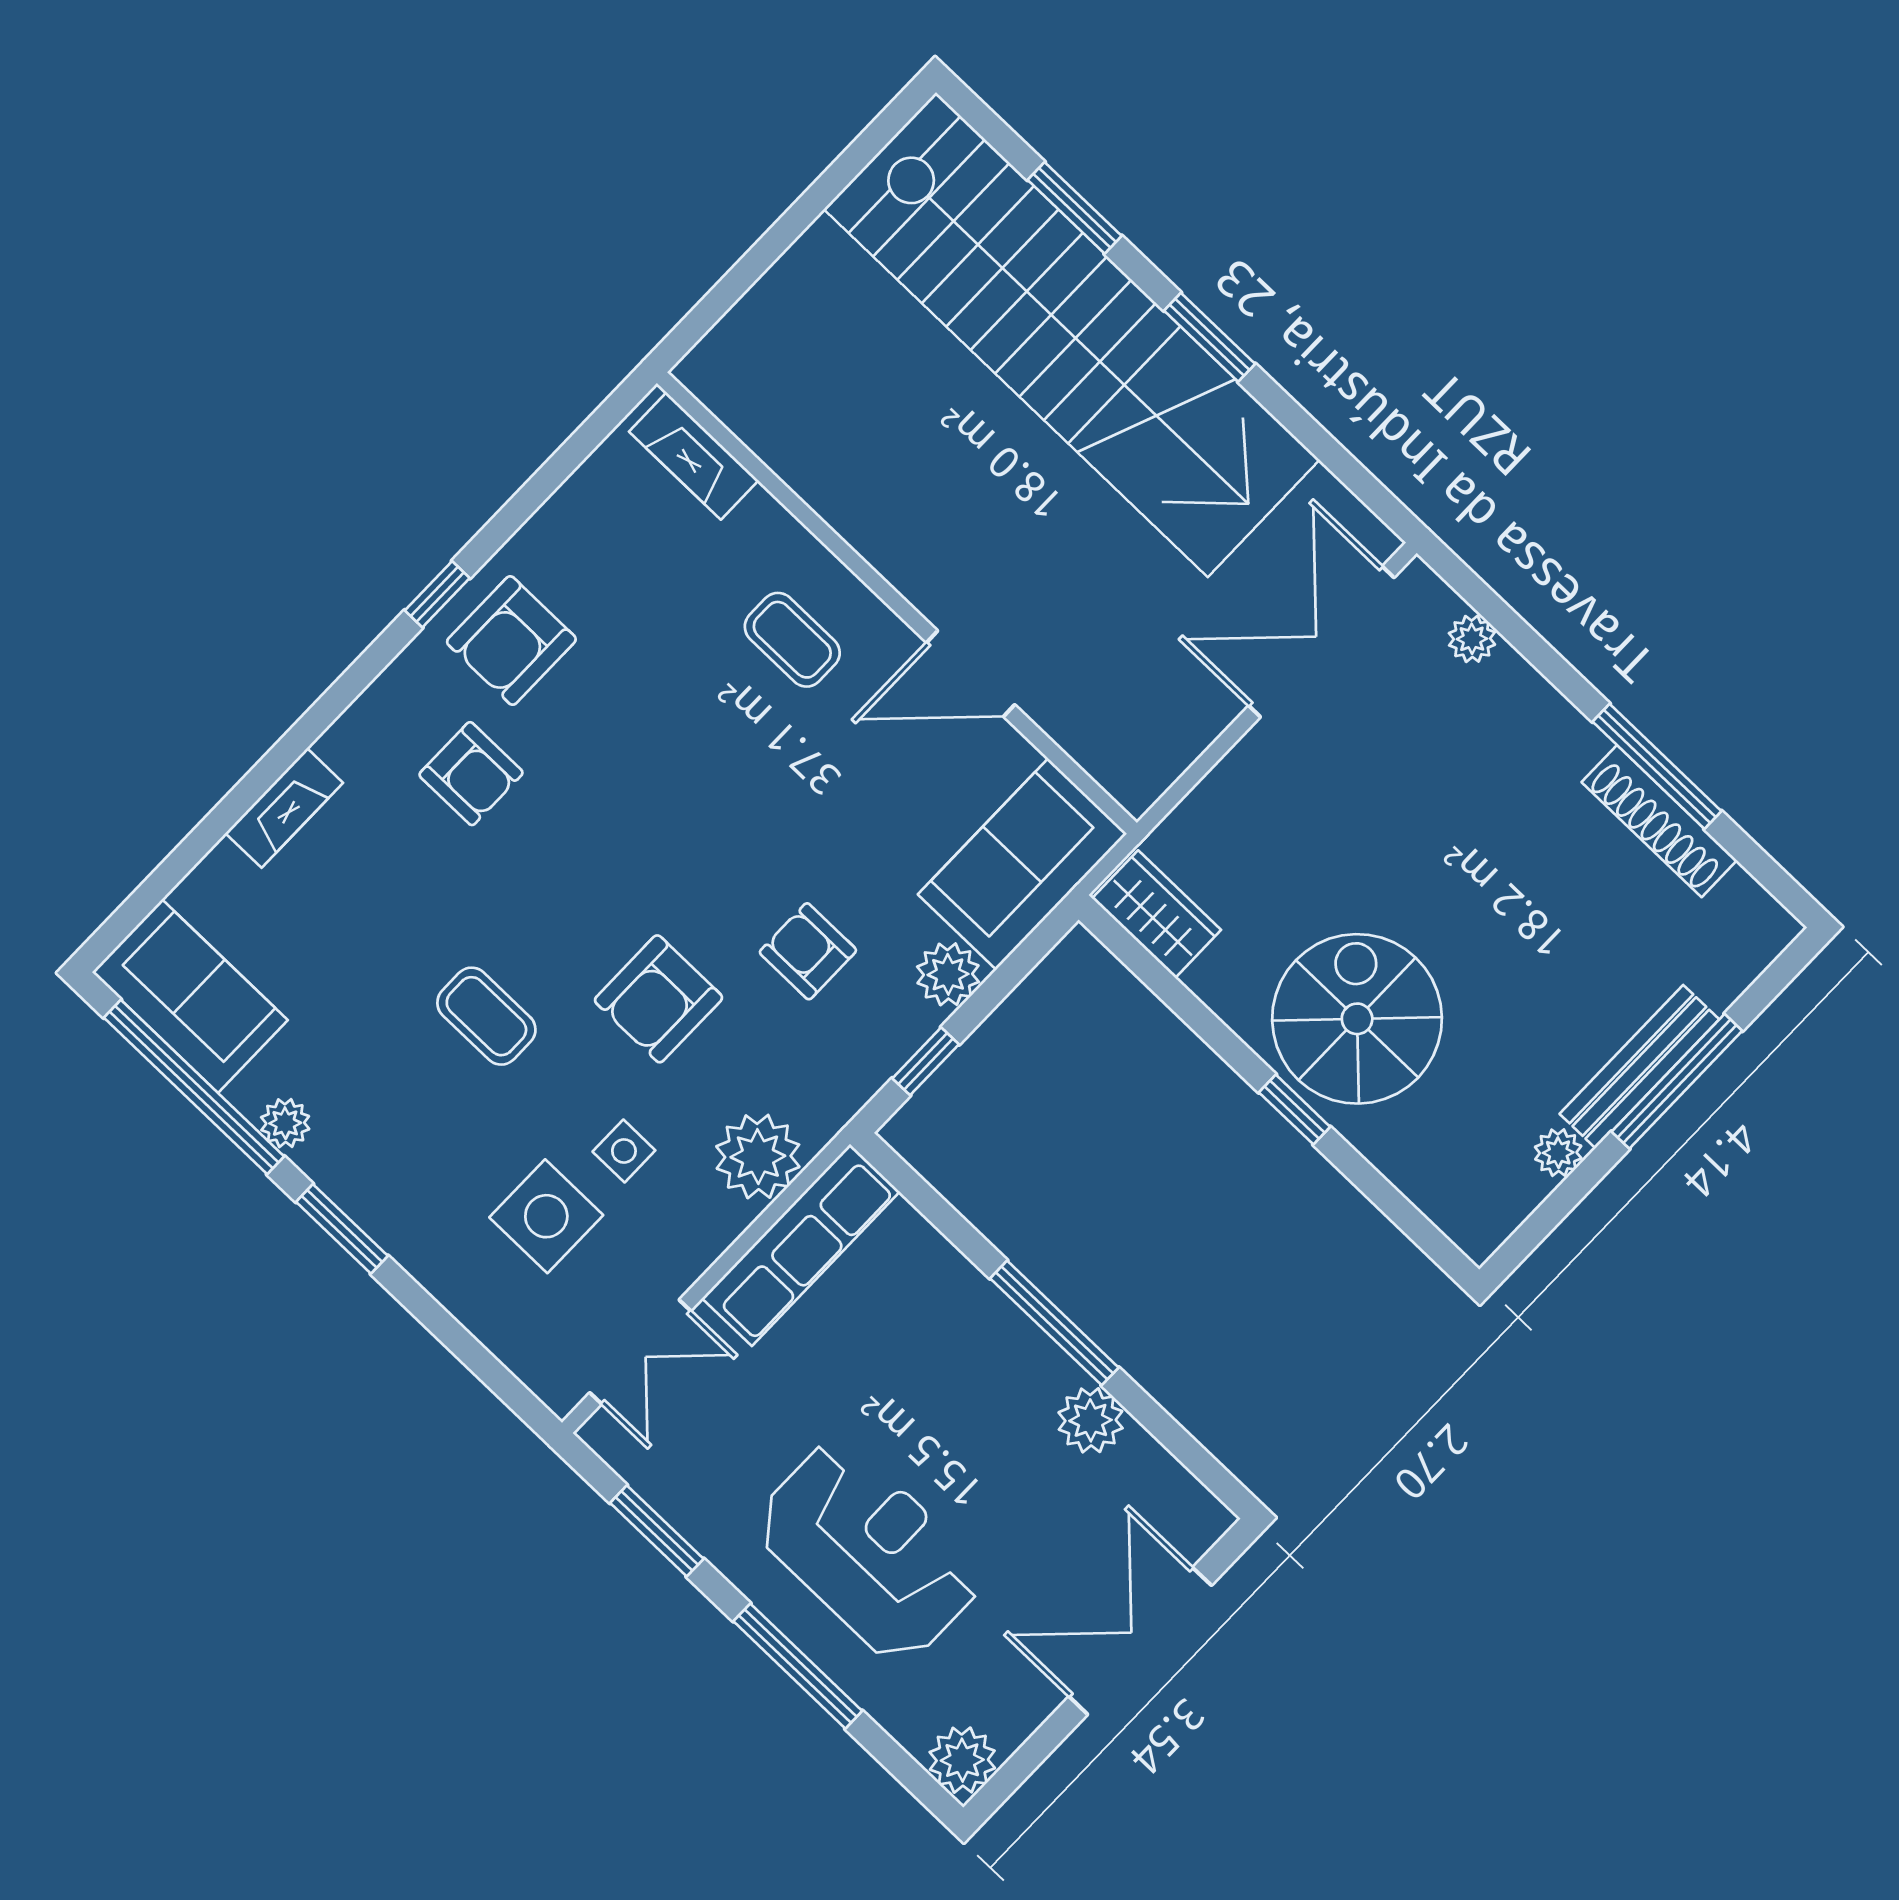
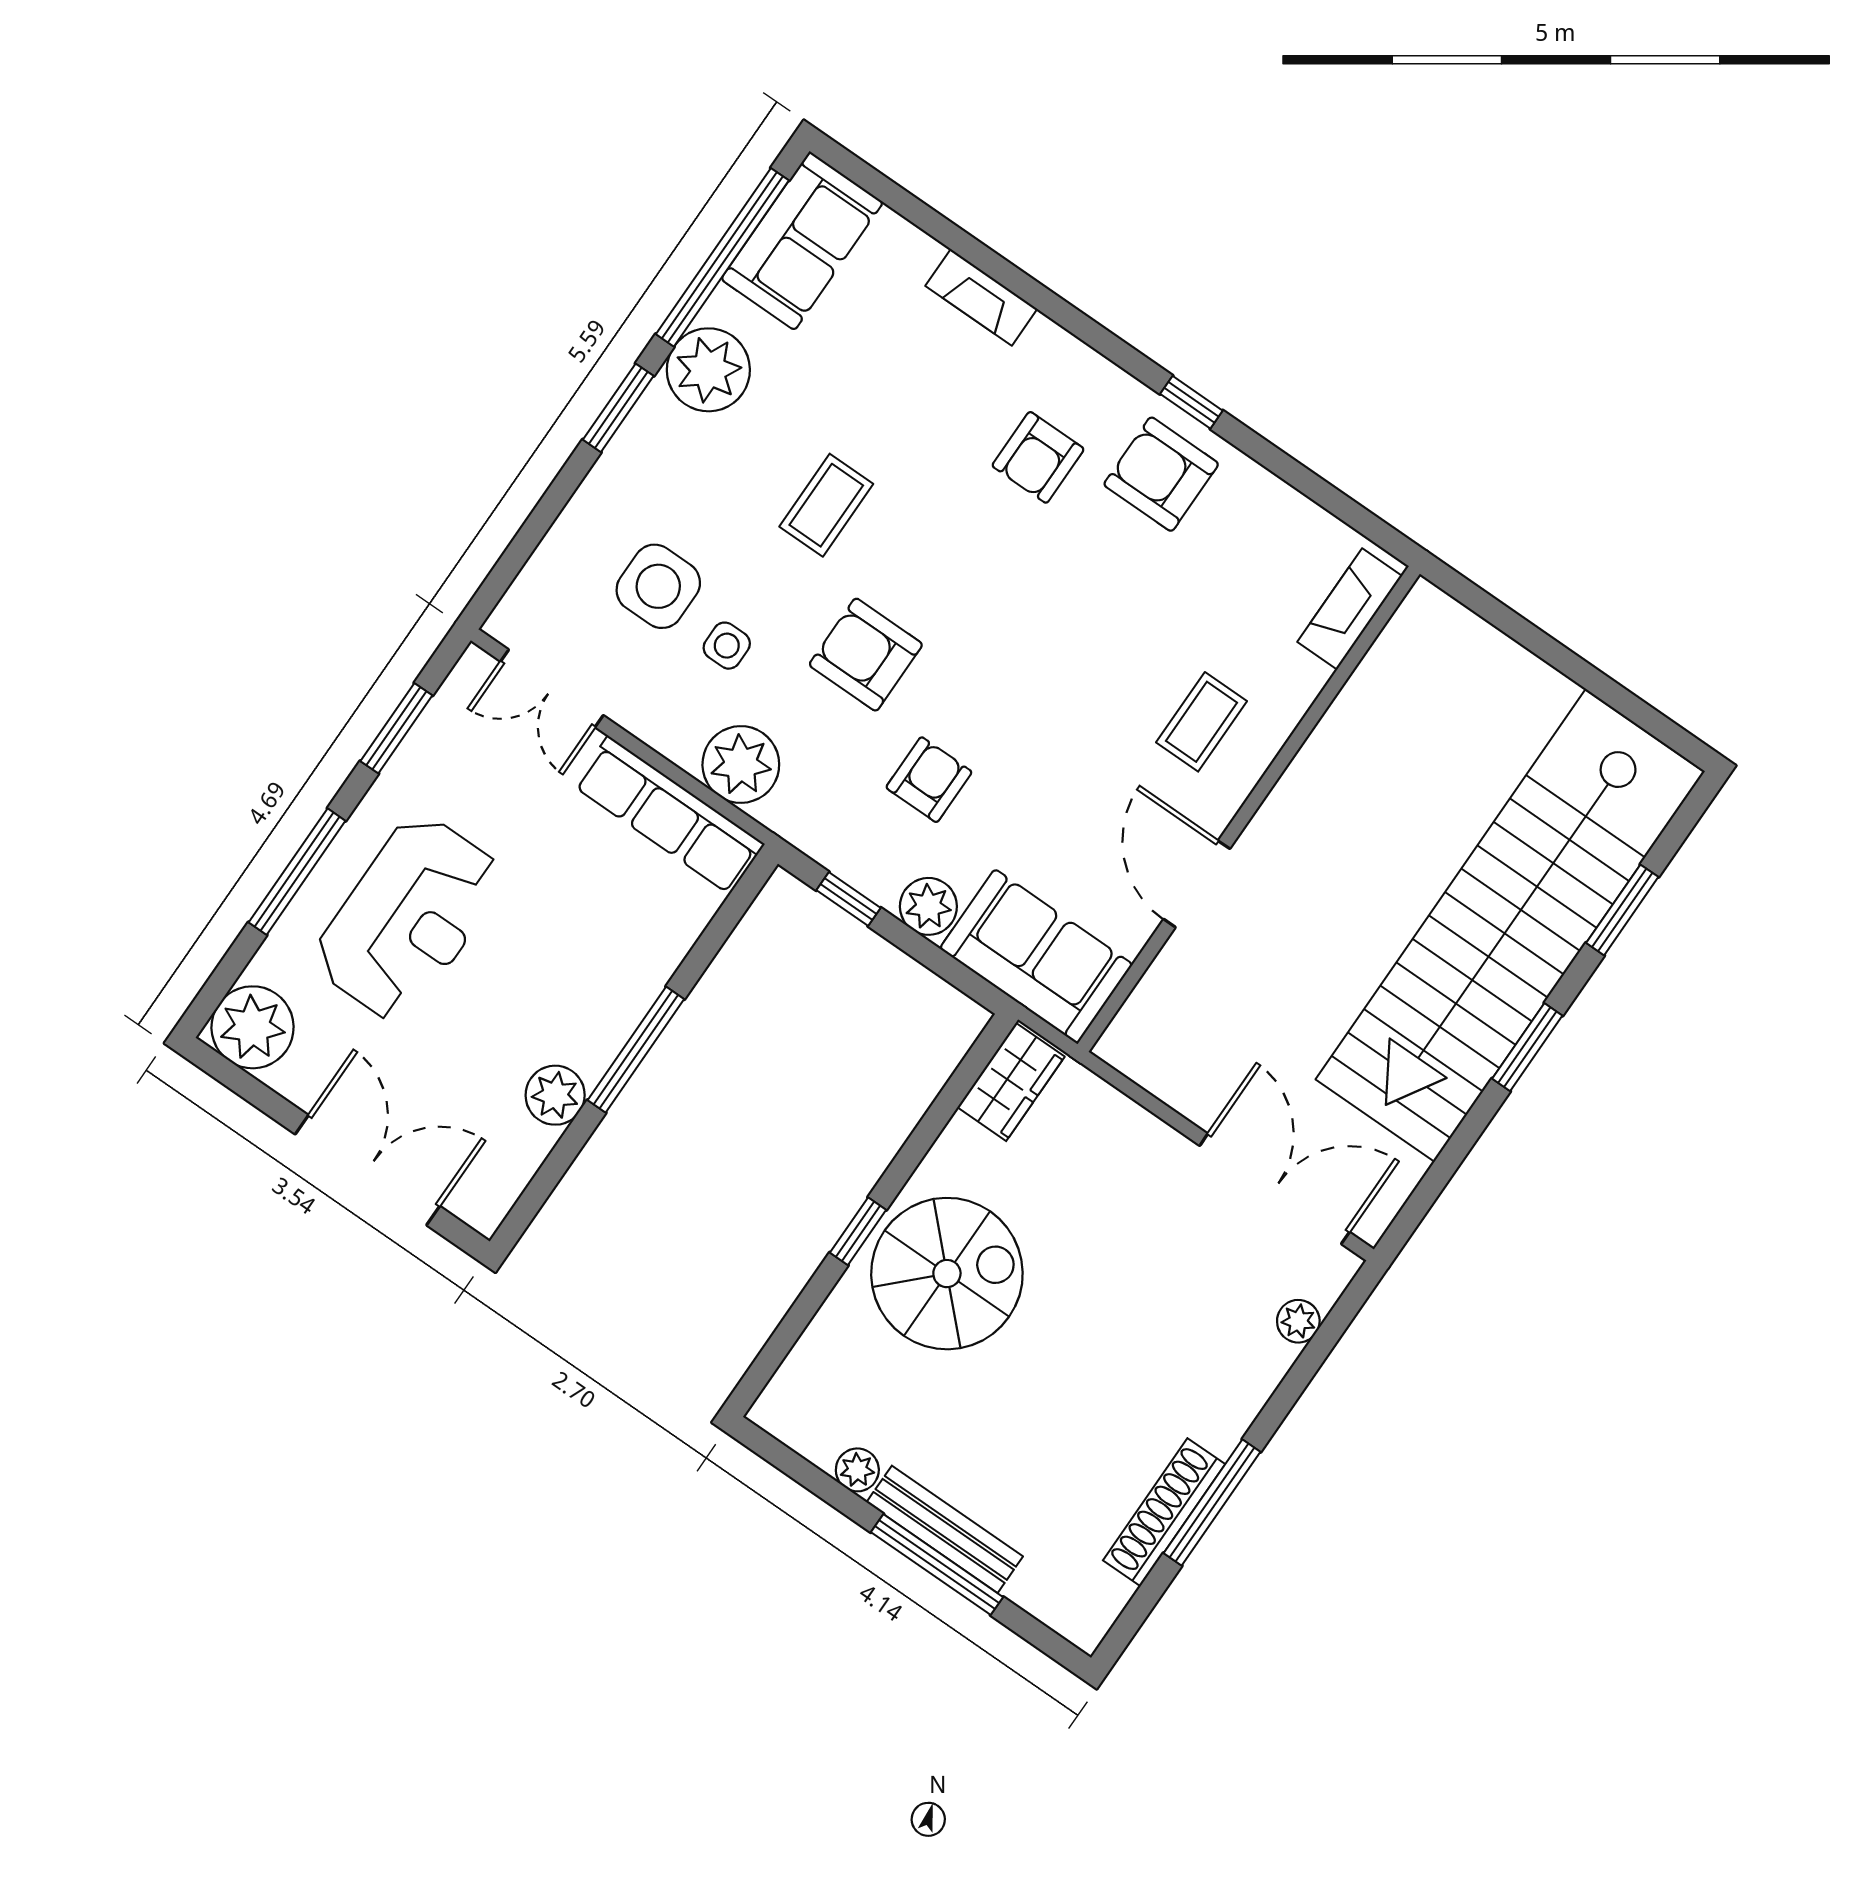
plant: (285, 1123) -> (708, 370), width x1.88, depth x1.88
plant: (962, 1760) -> (253, 1027), width x1.36, depth x1.36

